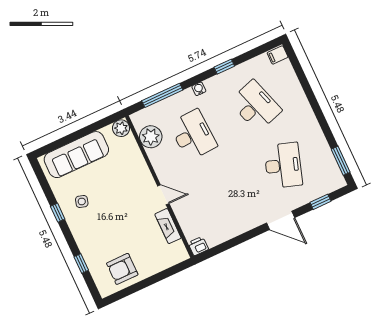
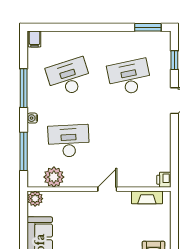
window: (224, 67) -> (24, 88), width x2.17
desk: (283, 165) -> (129, 77), turned -30
fireplace: (168, 226) -> (147, 197), moved

